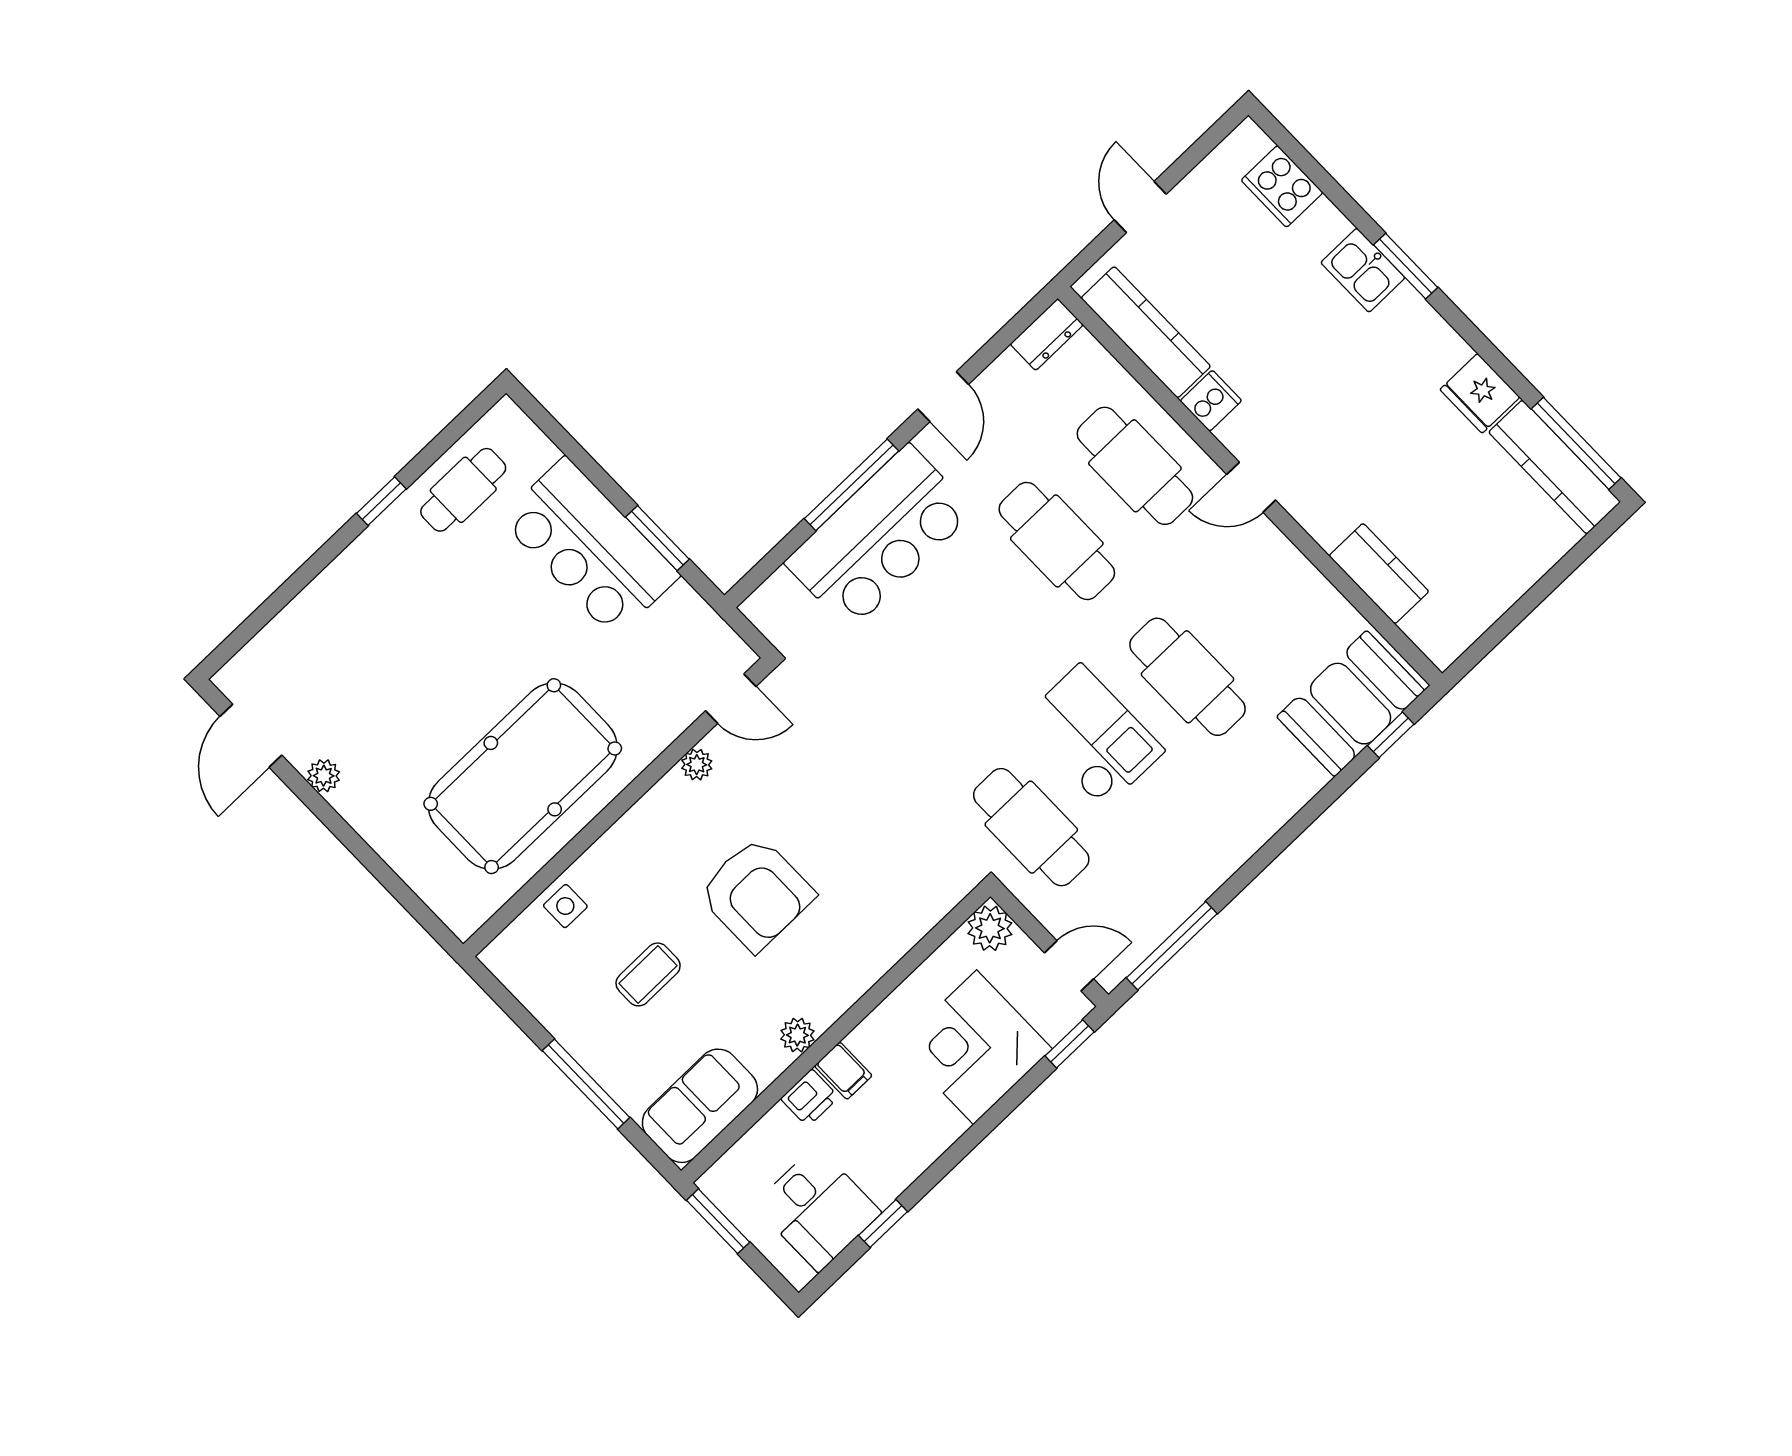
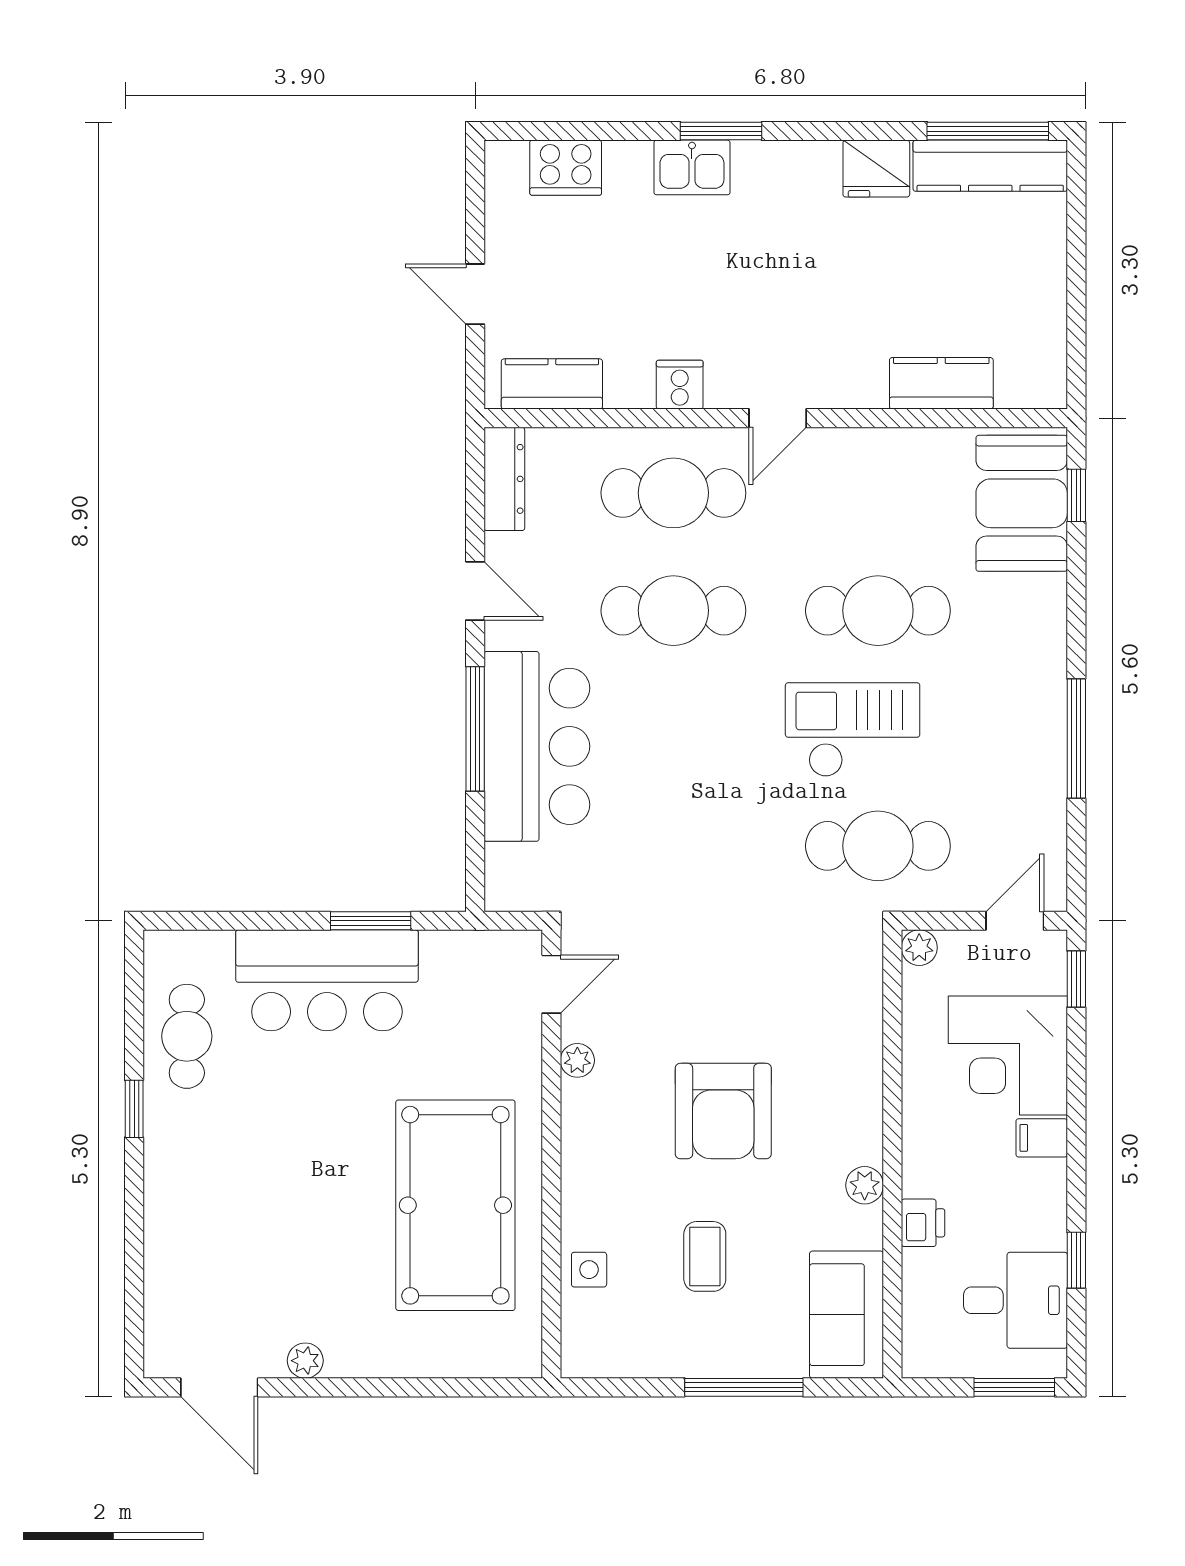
kitchen counter: (1146, 332) -> (552, 384), width x0.67
dresser: (1047, 334) -> (504, 479), width x1.44
armchair: (756, 894) -> (723, 1111), turned 90
plant: (990, 928) -> (919, 948), width x0.73, depth x0.73
window: (1172, 946) -> (1076, 738), moved
filing cabinet: (843, 1071) -> (1042, 1138), moved, turned 180
window: (718, 1221) -> (1014, 1387), moved

